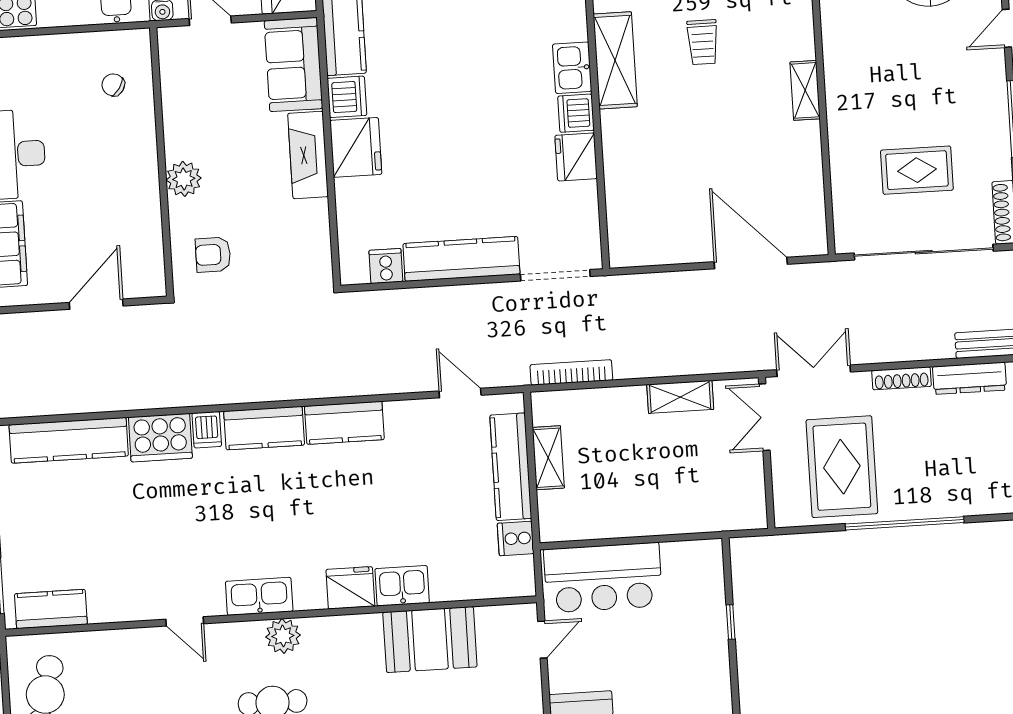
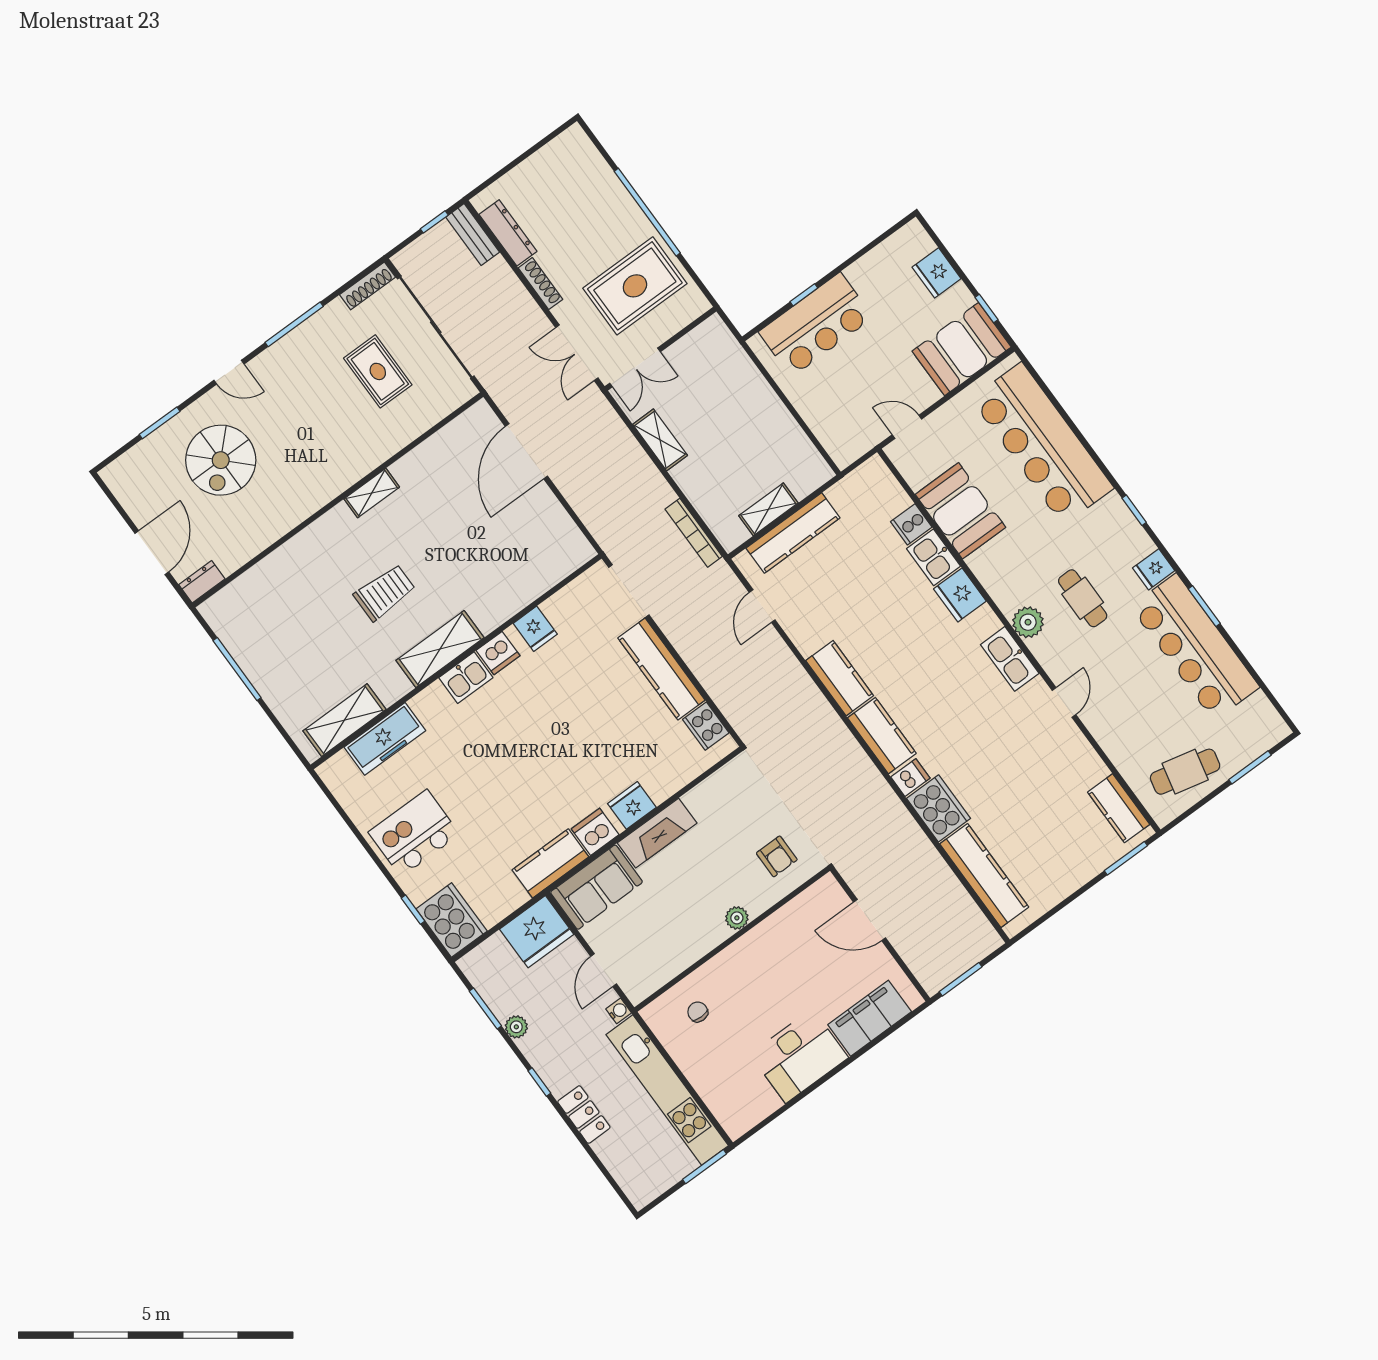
trolley: (703, 42) -> (385, 592), width x1.36, depth x1.39
chair: (113, 85) -> (698, 1012), turned 147
fridge: (356, 147) -> (632, 805), width x0.73, depth x0.75
fridge: (576, 157) -> (535, 629), width x0.72
plant: (184, 179) -> (737, 918), width x0.73, depth x0.73
cooker: (386, 266) -> (706, 726), width x1.36
cooker: (516, 538) -> (911, 524), moved, turned 90
bar counter: (603, 578) -> (816, 325), moved, turned 90

